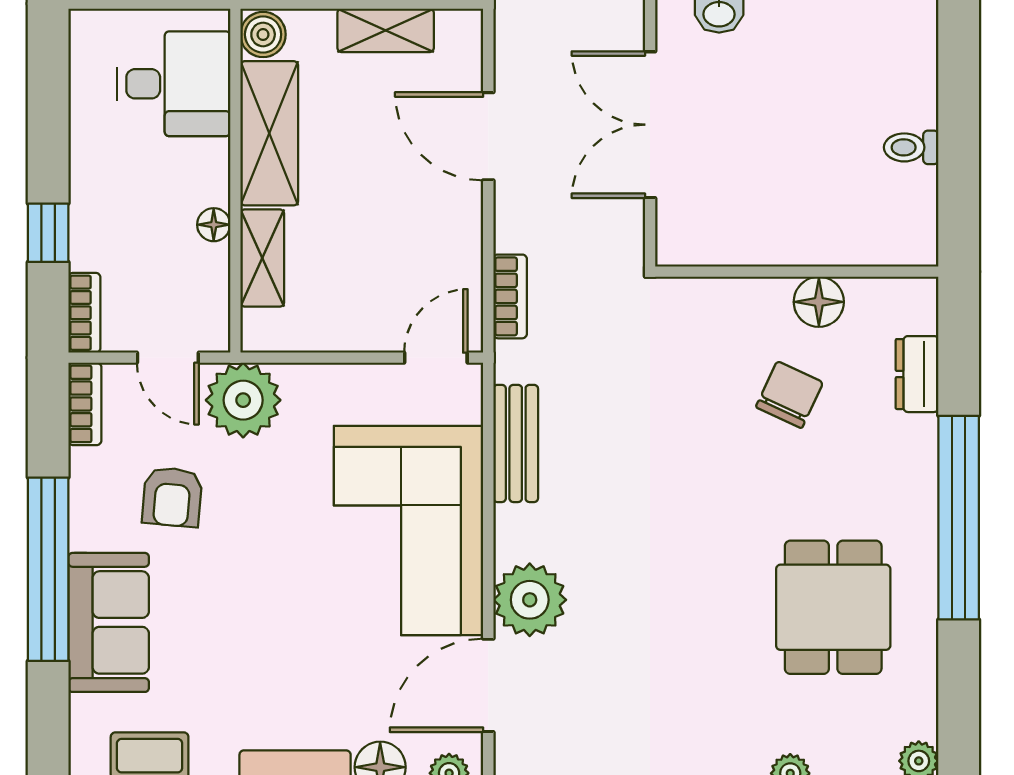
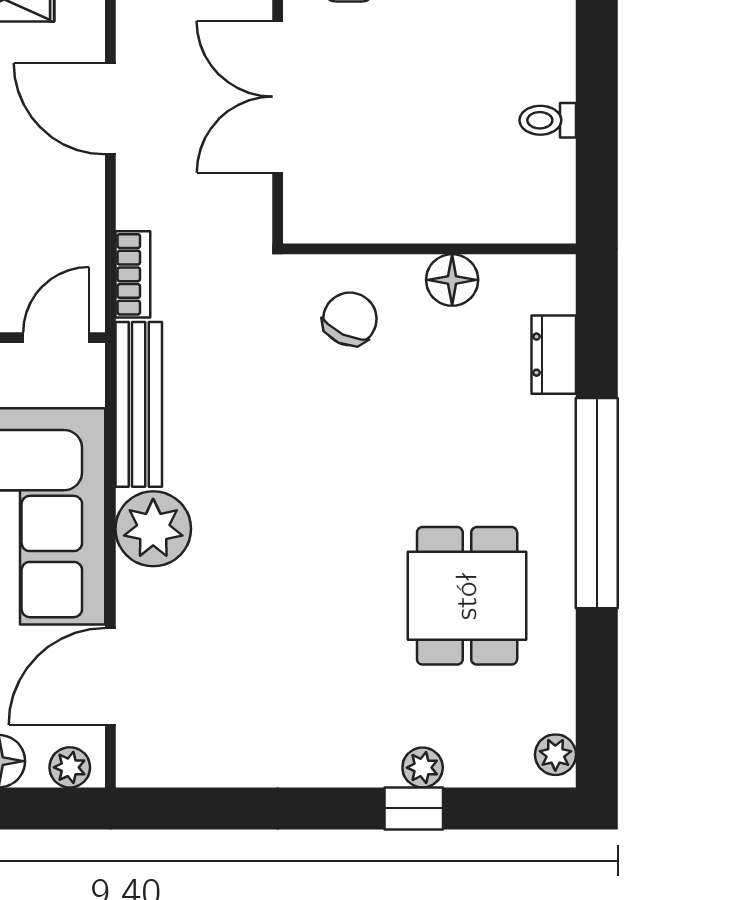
chair: (789, 395) -> (350, 319), moved
bench: (516, 443) -> (139, 404), width x1.36
plant: (530, 600) -> (153, 529), moved

